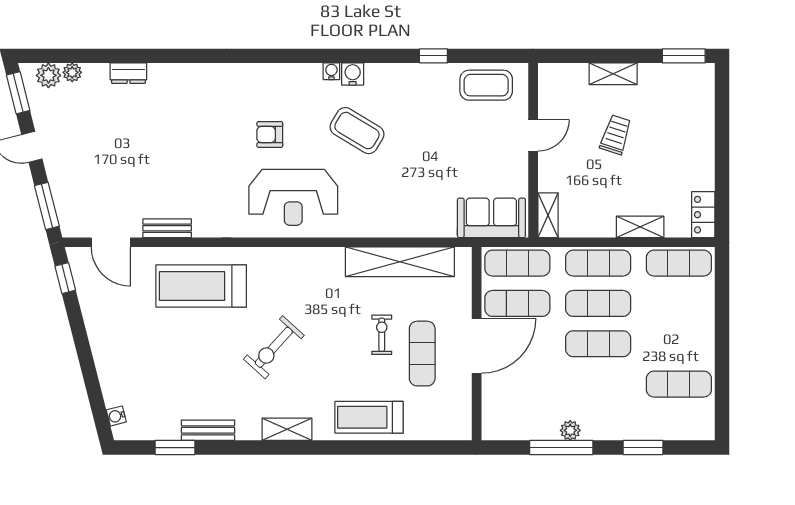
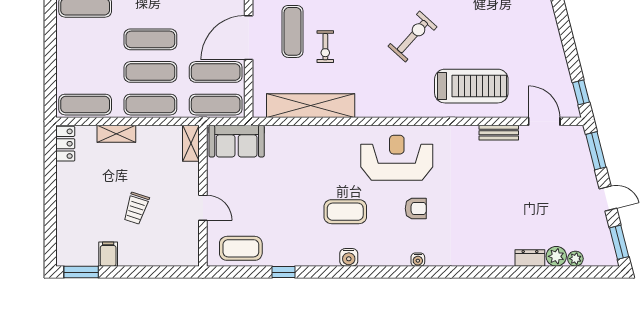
water cooler: (331, 71) -> (418, 260), moved
shelving: (613, 74) -> (138, 258), removed
plant: (48, 75) -> (556, 256), moved
filing cabinet: (650, 78) -> (108, 254), added
coffee table: (357, 131) -> (345, 212), turned -31
door: (533, 135) -> (203, 208), swing flipped

